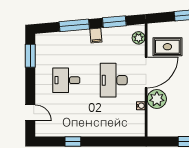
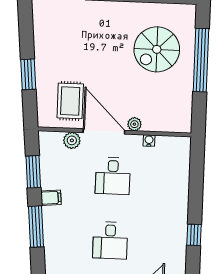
plant: (139, 38) -> (72, 140), moved
desk: (114, 80) -> (113, 176), width x0.73
plant: (157, 99) -> (134, 124), width x0.53, depth x0.53

